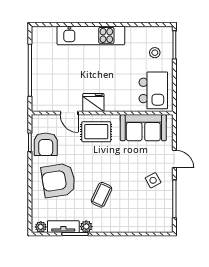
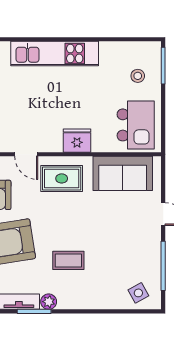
fridge: (93, 102) -> (77, 141), moved
side table: (153, 180) -> (138, 293), moved
coffee table: (101, 195) -> (68, 260), turned 65

